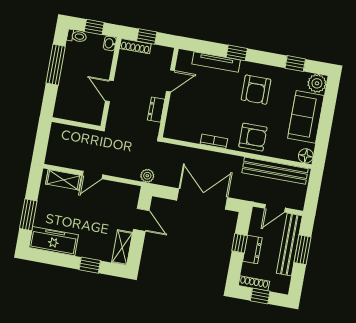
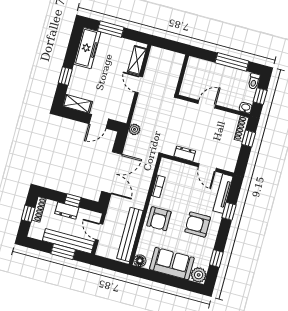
door: (170, 81) -> (207, 167), moved
wall: (168, 93) -> (198, 165), moved
dresser: (156, 110) -> (185, 154), moved

